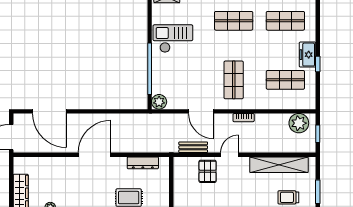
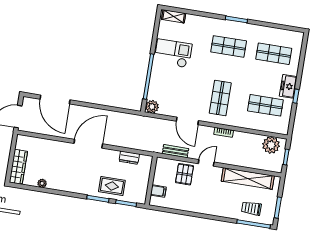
dresser: (143, 163) -> (129, 158), width x0.70
filing cabinet: (181, 195) -> (158, 191), added

